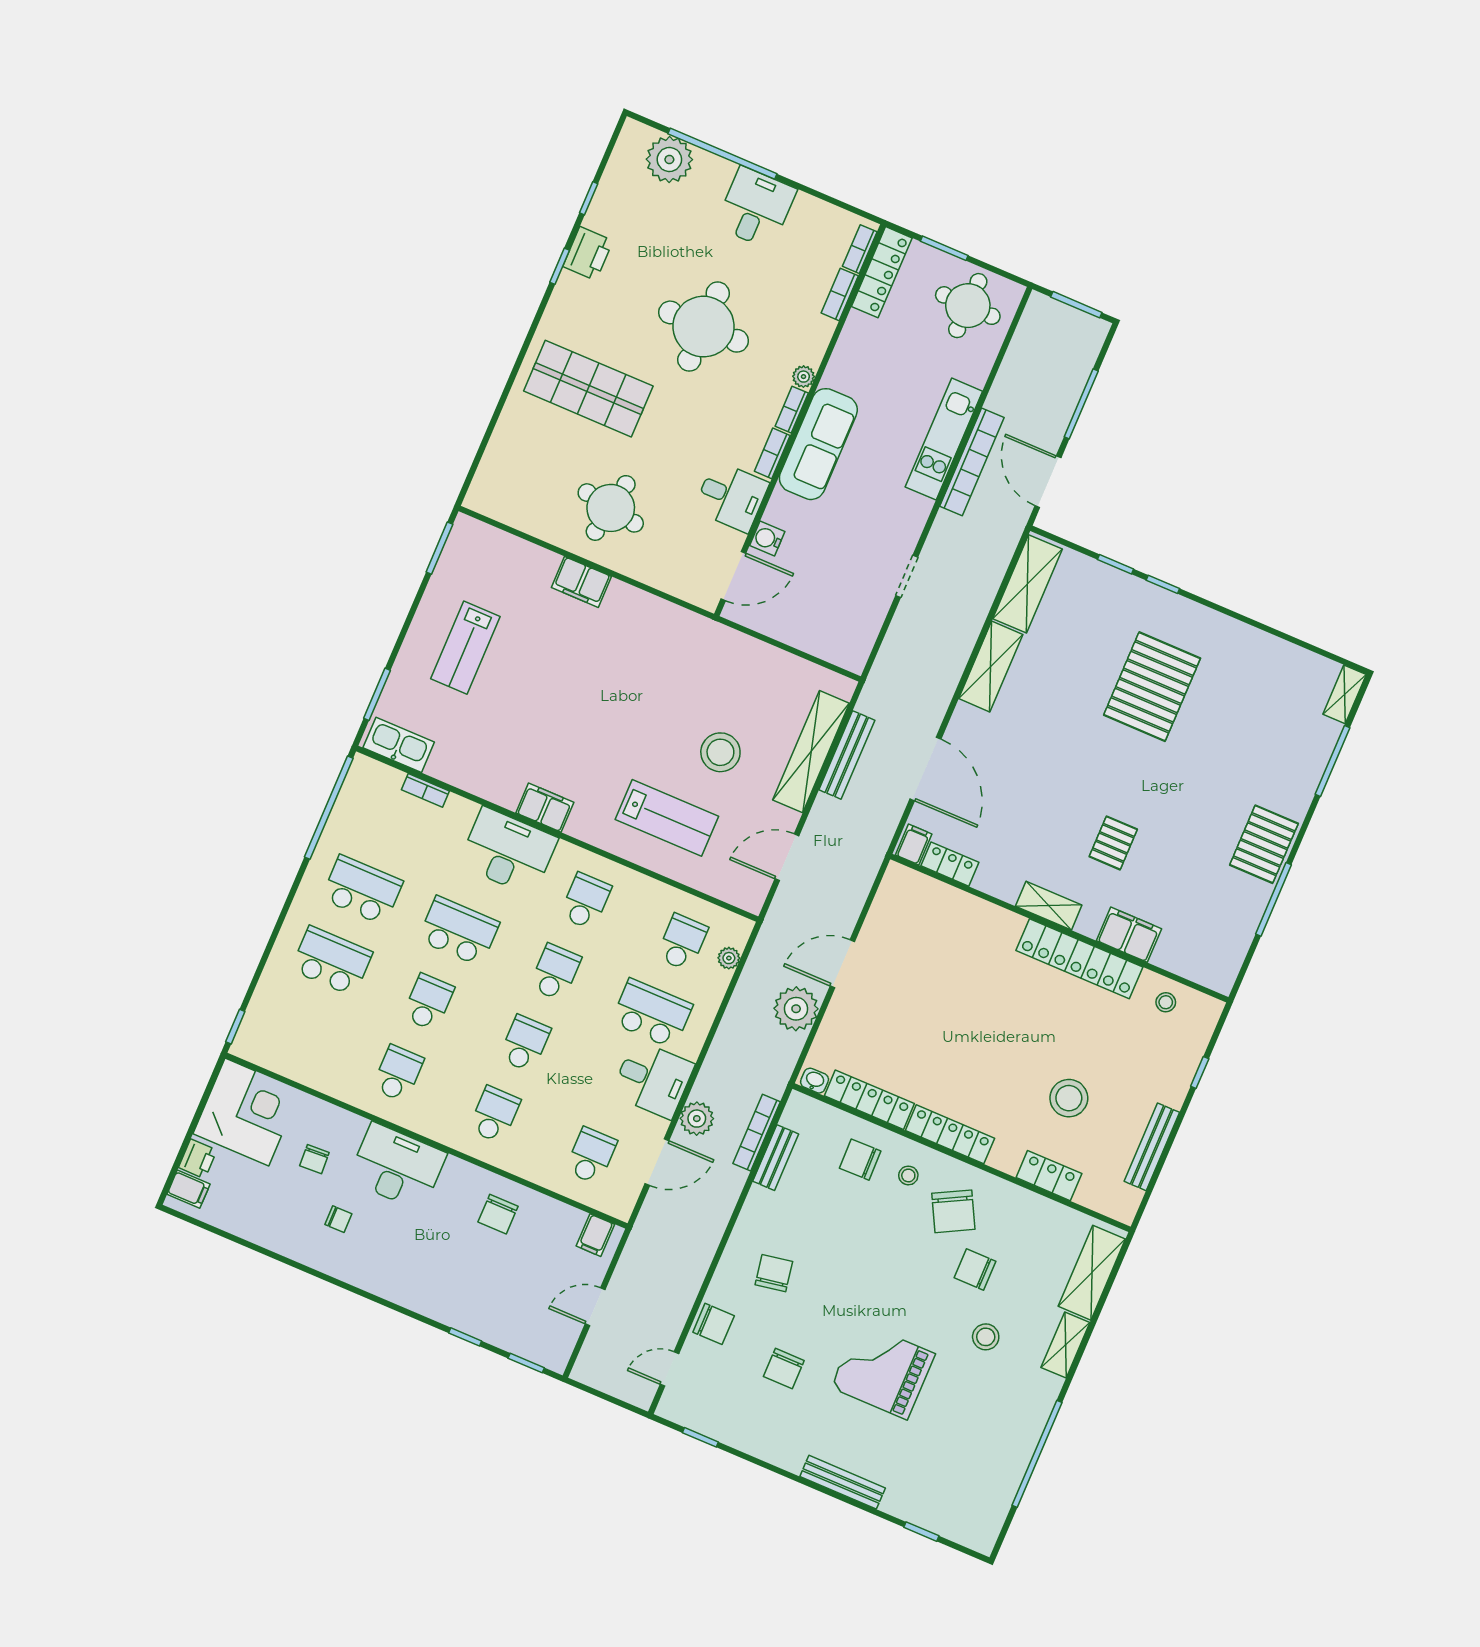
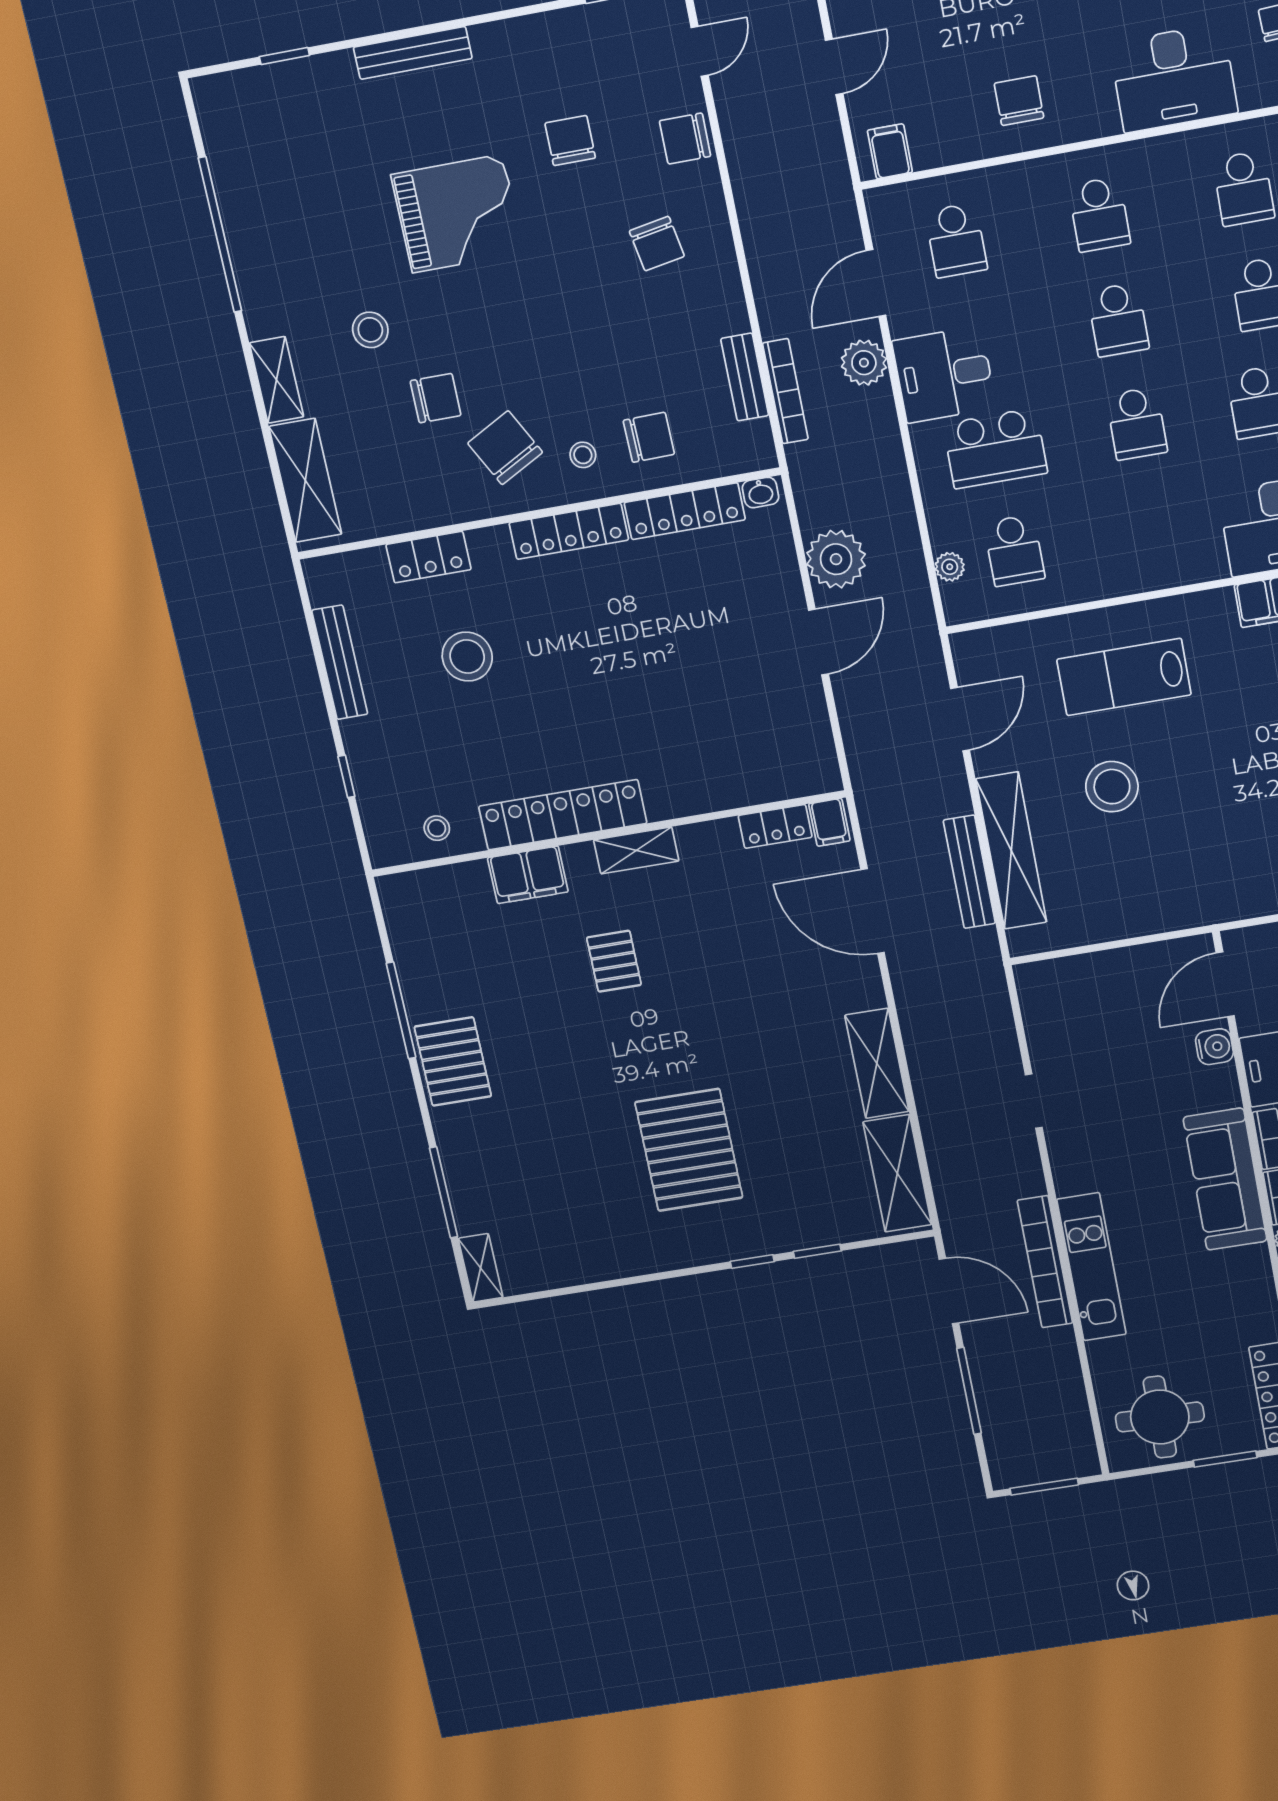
school desk: (586, 901) -> (1155, 526), removed

